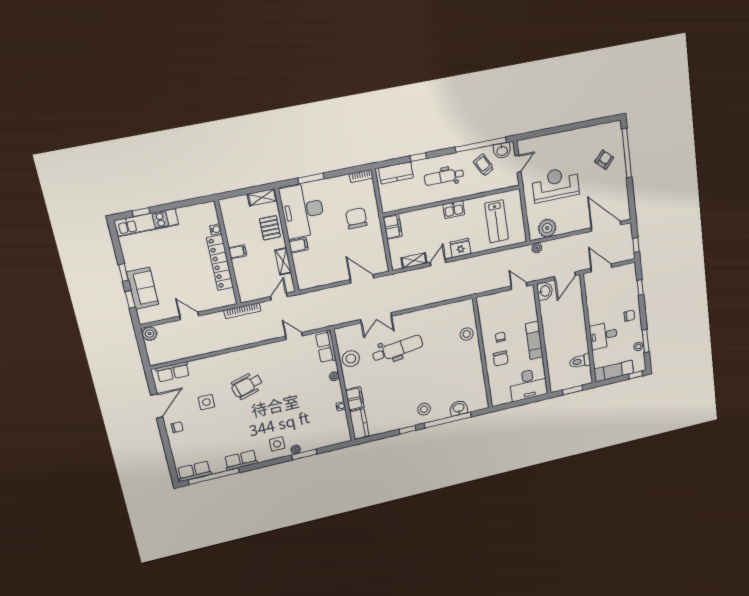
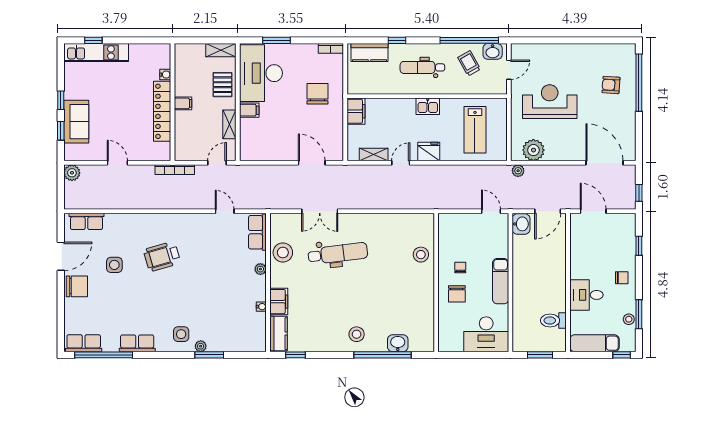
armchair: (604, 160) -> (611, 85), turned -129
chair: (177, 427) -> (77, 286), width x1.87, depth x1.87
window: (408, 430) -> (296, 355), moved

